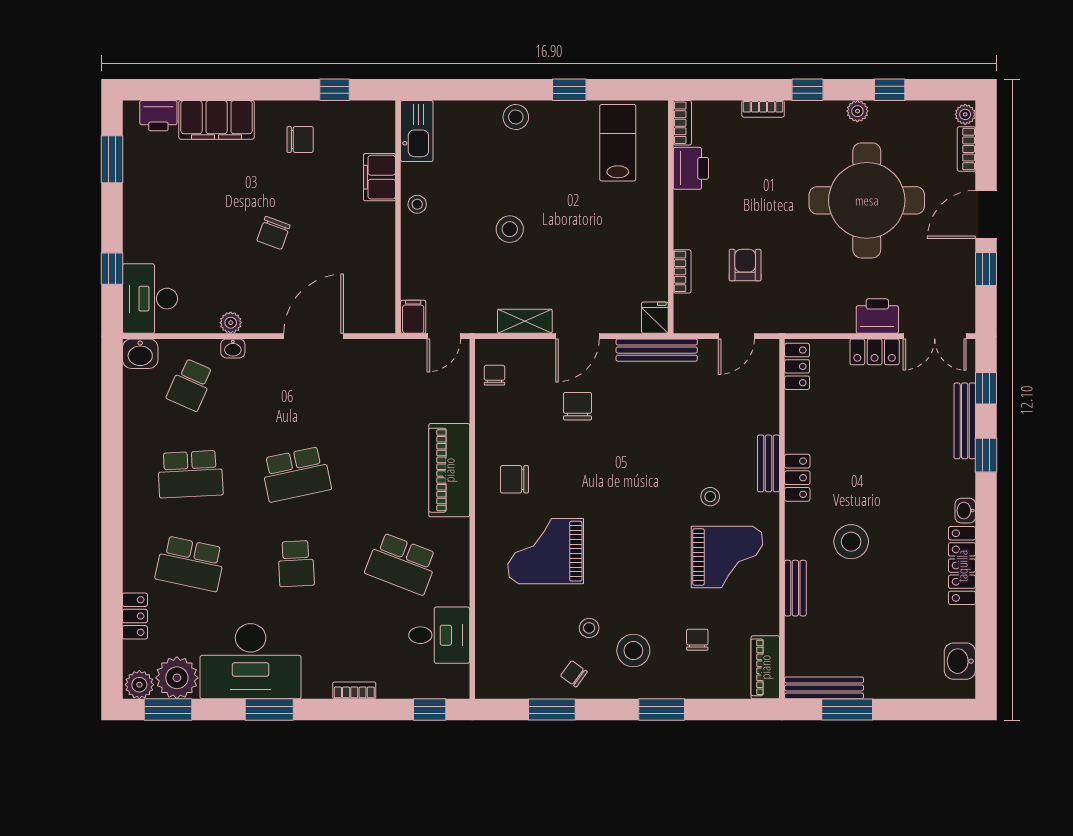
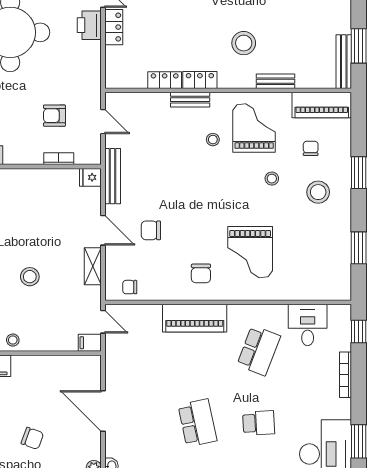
locker: (797, 366) -> (165, 80), moved
stool: (589, 628) -> (272, 179), moved
chair: (697, 640) -> (311, 148), turned 90
piano: (765, 667) -> (322, 105), width x1.37, depth x1.33
chair: (574, 674) -> (334, 233), removed
bookcase: (354, 690) -> (345, 375), width x1.56

